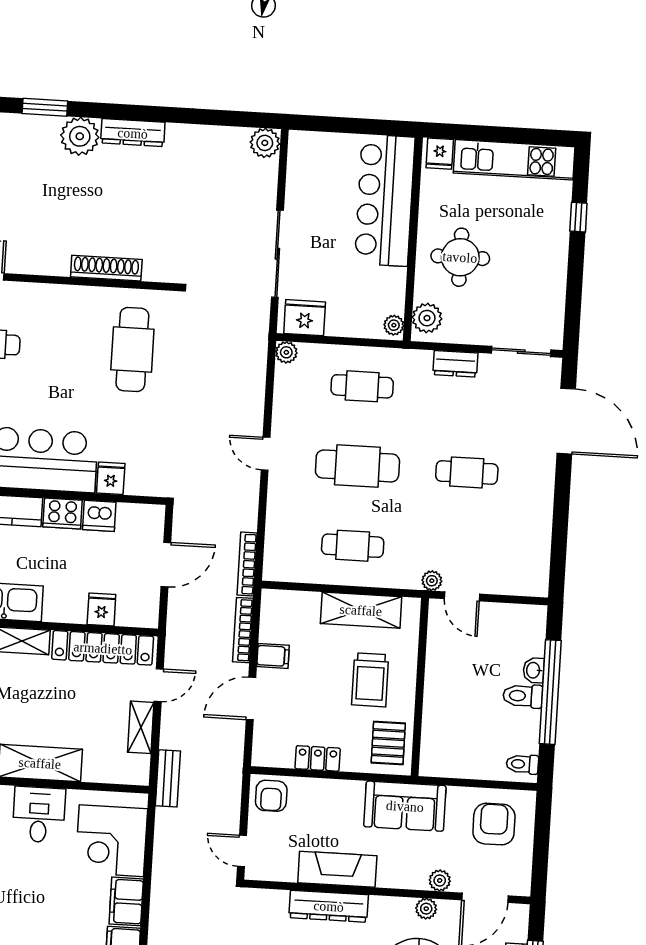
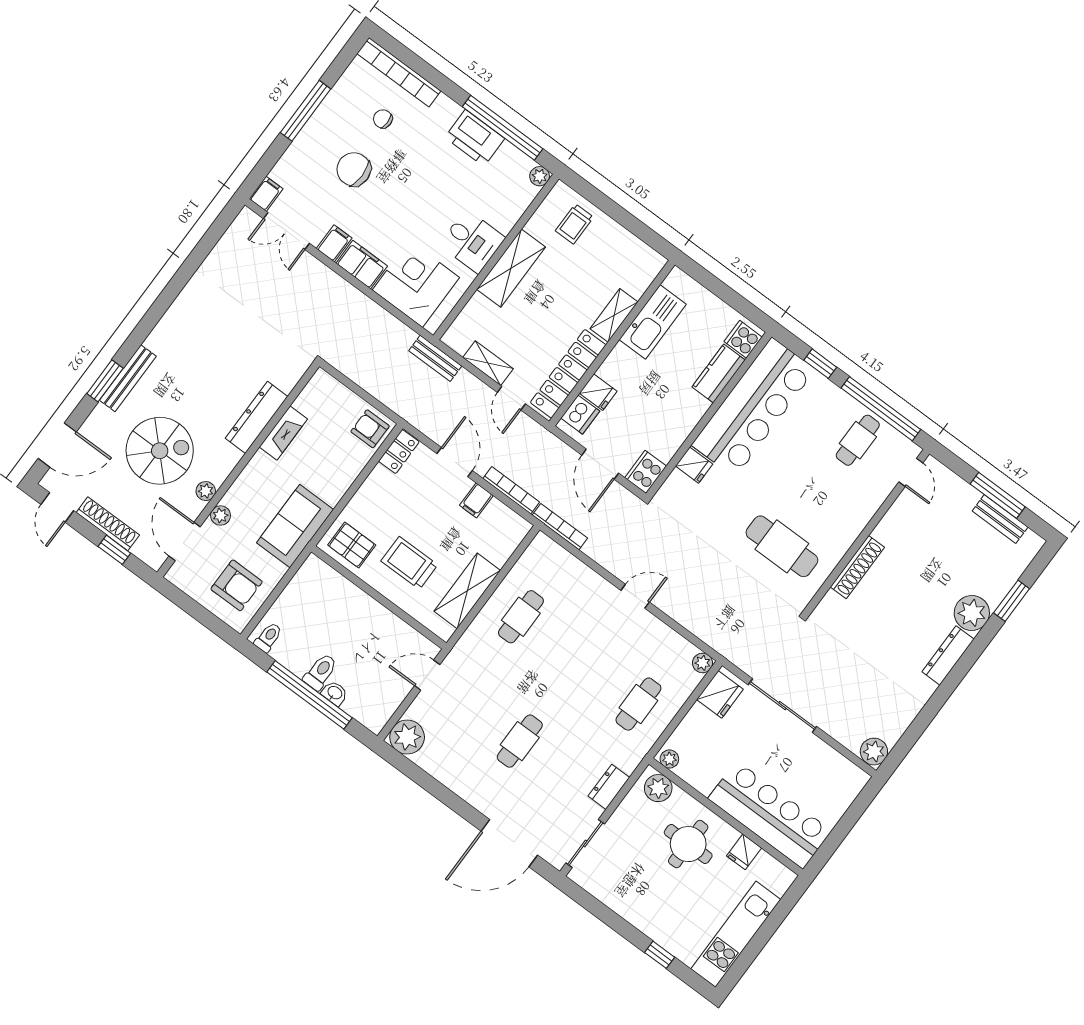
fridge: (440, 154) -> (744, 852), moved, turned -90
cafe table: (357, 466) -> (580, 660), removed
cooker: (63, 513) -> (646, 472), moved
dishwasher: (99, 516) -> (580, 415), moved, turned 180
plant: (432, 581) -> (407, 737), moved, width x1.88, depth x1.88
locker: (318, 758) -> (399, 452), moved
door: (242, 851) -> (342, 379), removed
fireplace: (337, 869) -> (283, 433), width x0.73, depth x0.76

